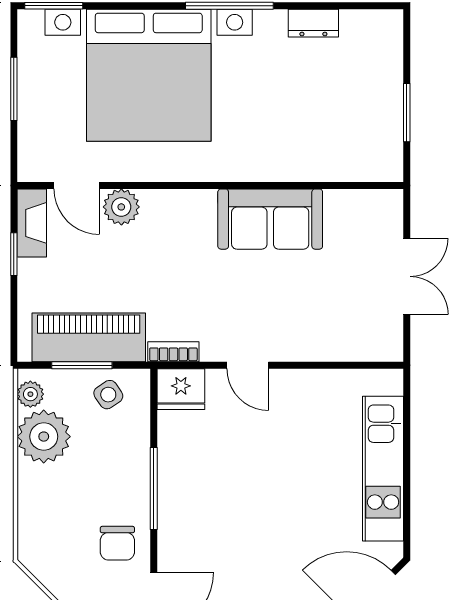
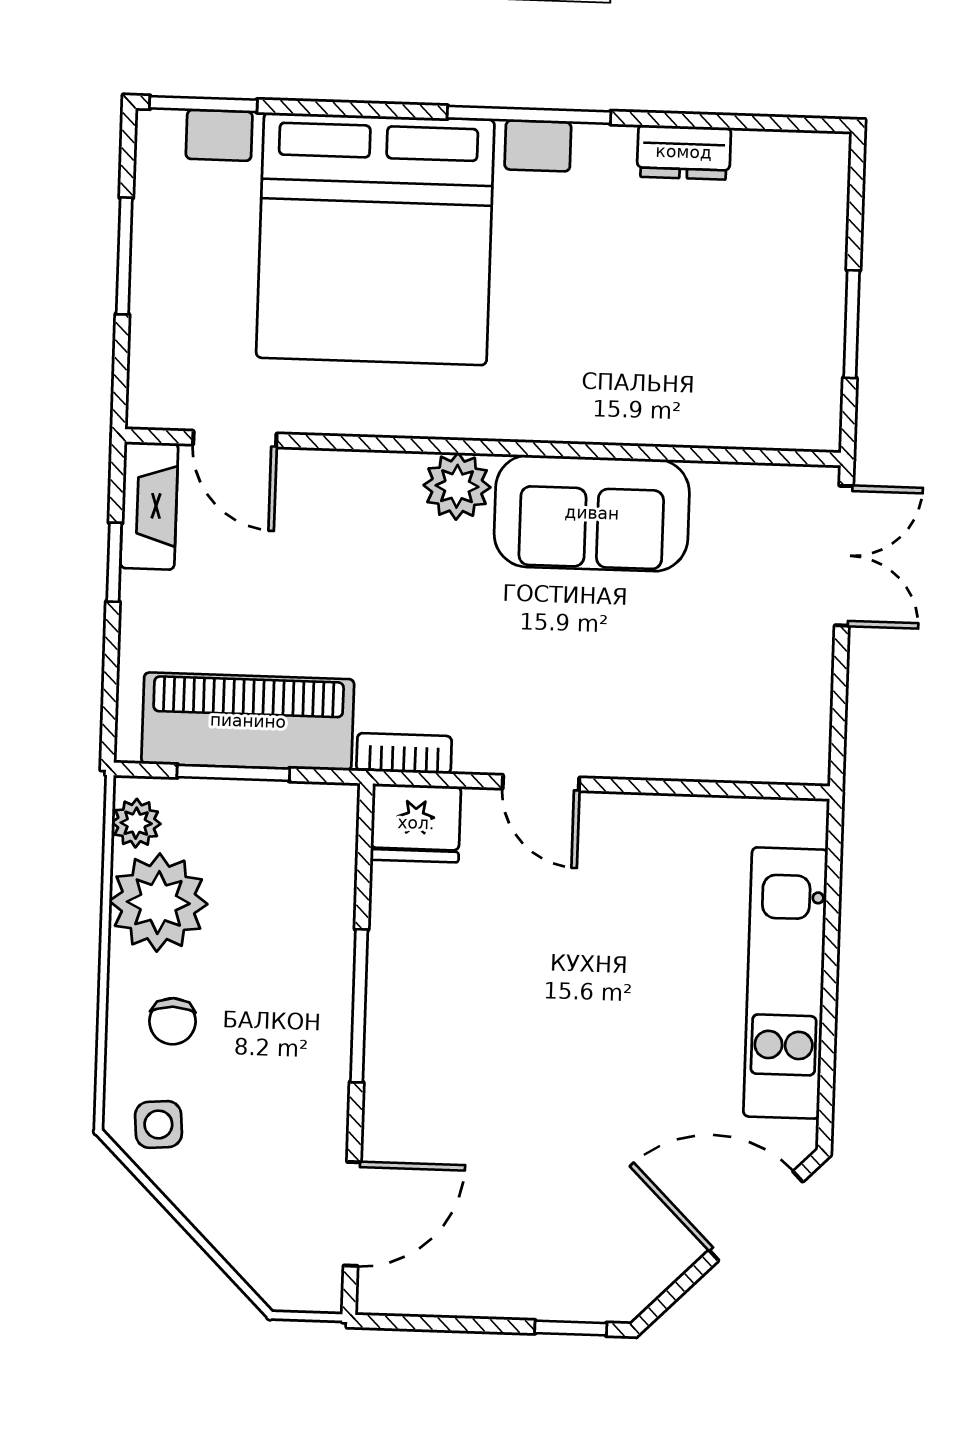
plant: (121, 207) -> (457, 486), moved
double door: (407, 276) -> (844, 556), moved
side table: (108, 395) -> (158, 1124), moved, turned 30
chair: (117, 543) -> (173, 1021), moved, width x0.73, depth x0.73

